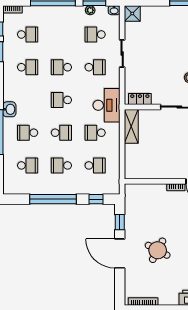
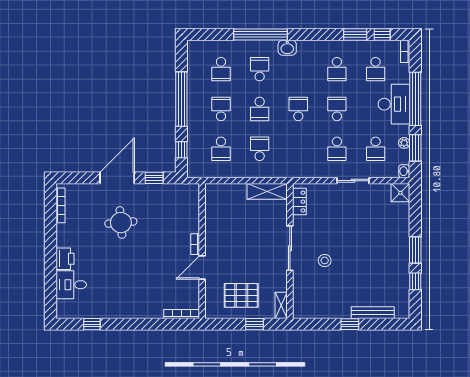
school desk: (95, 34) -> (376, 149), turned 180
desk: (106, 105) -> (394, 104), moved, turned -90
round table: (158, 250) -> (121, 223), turned -33

